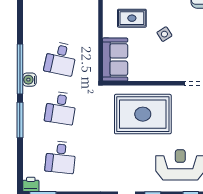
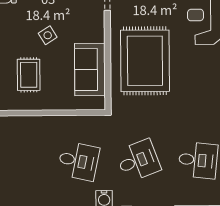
sofa: (115, 60) -> (90, 70), moved, turned -90
desk: (61, 108) -> (138, 161), turned -30

